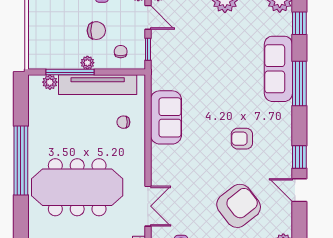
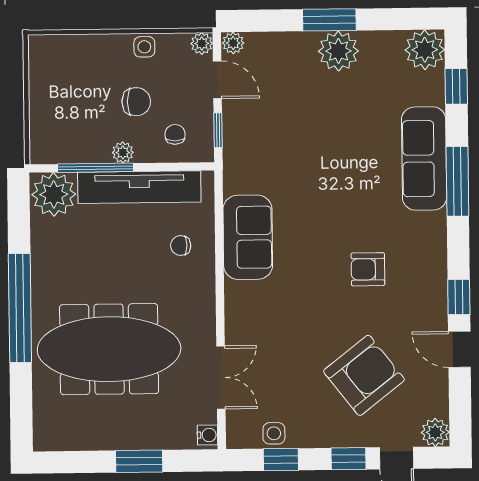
plant: (50, 82) -> (54, 194), width x1.88, depth x1.88

